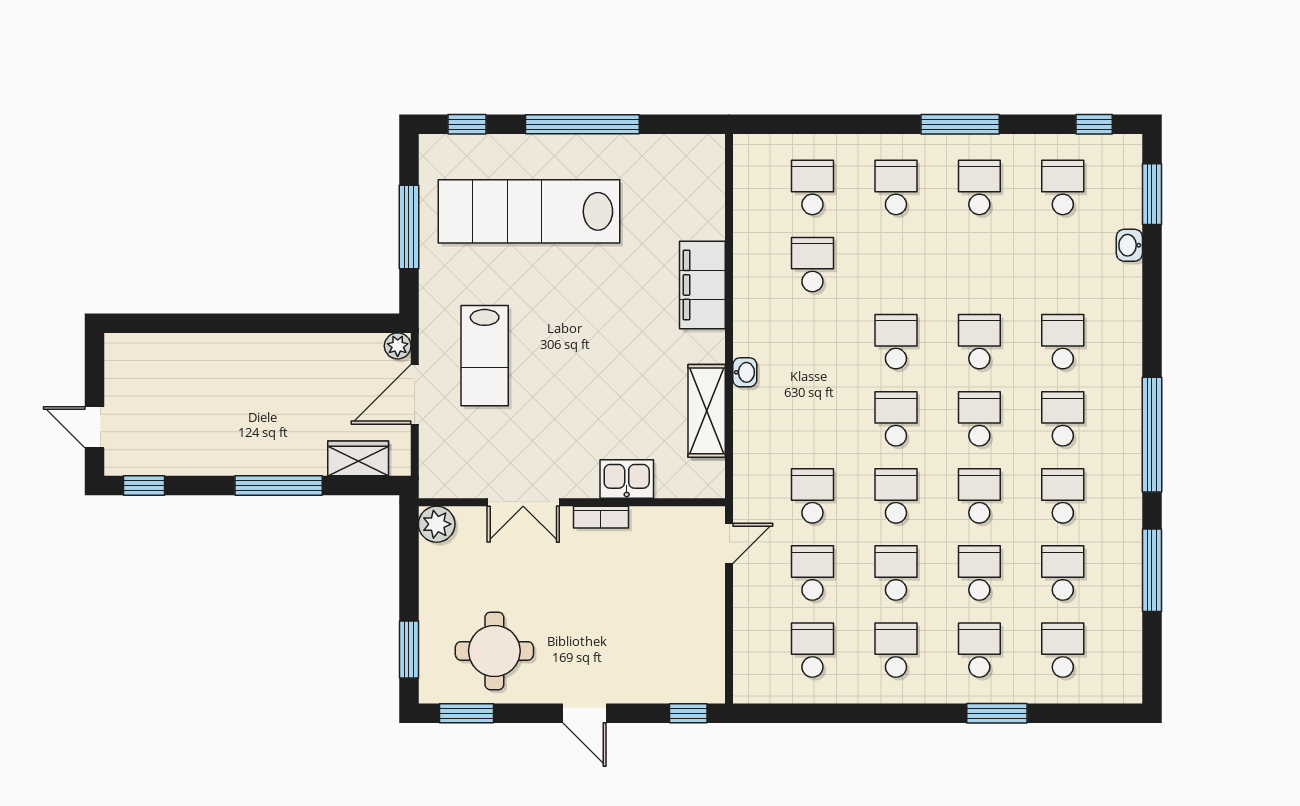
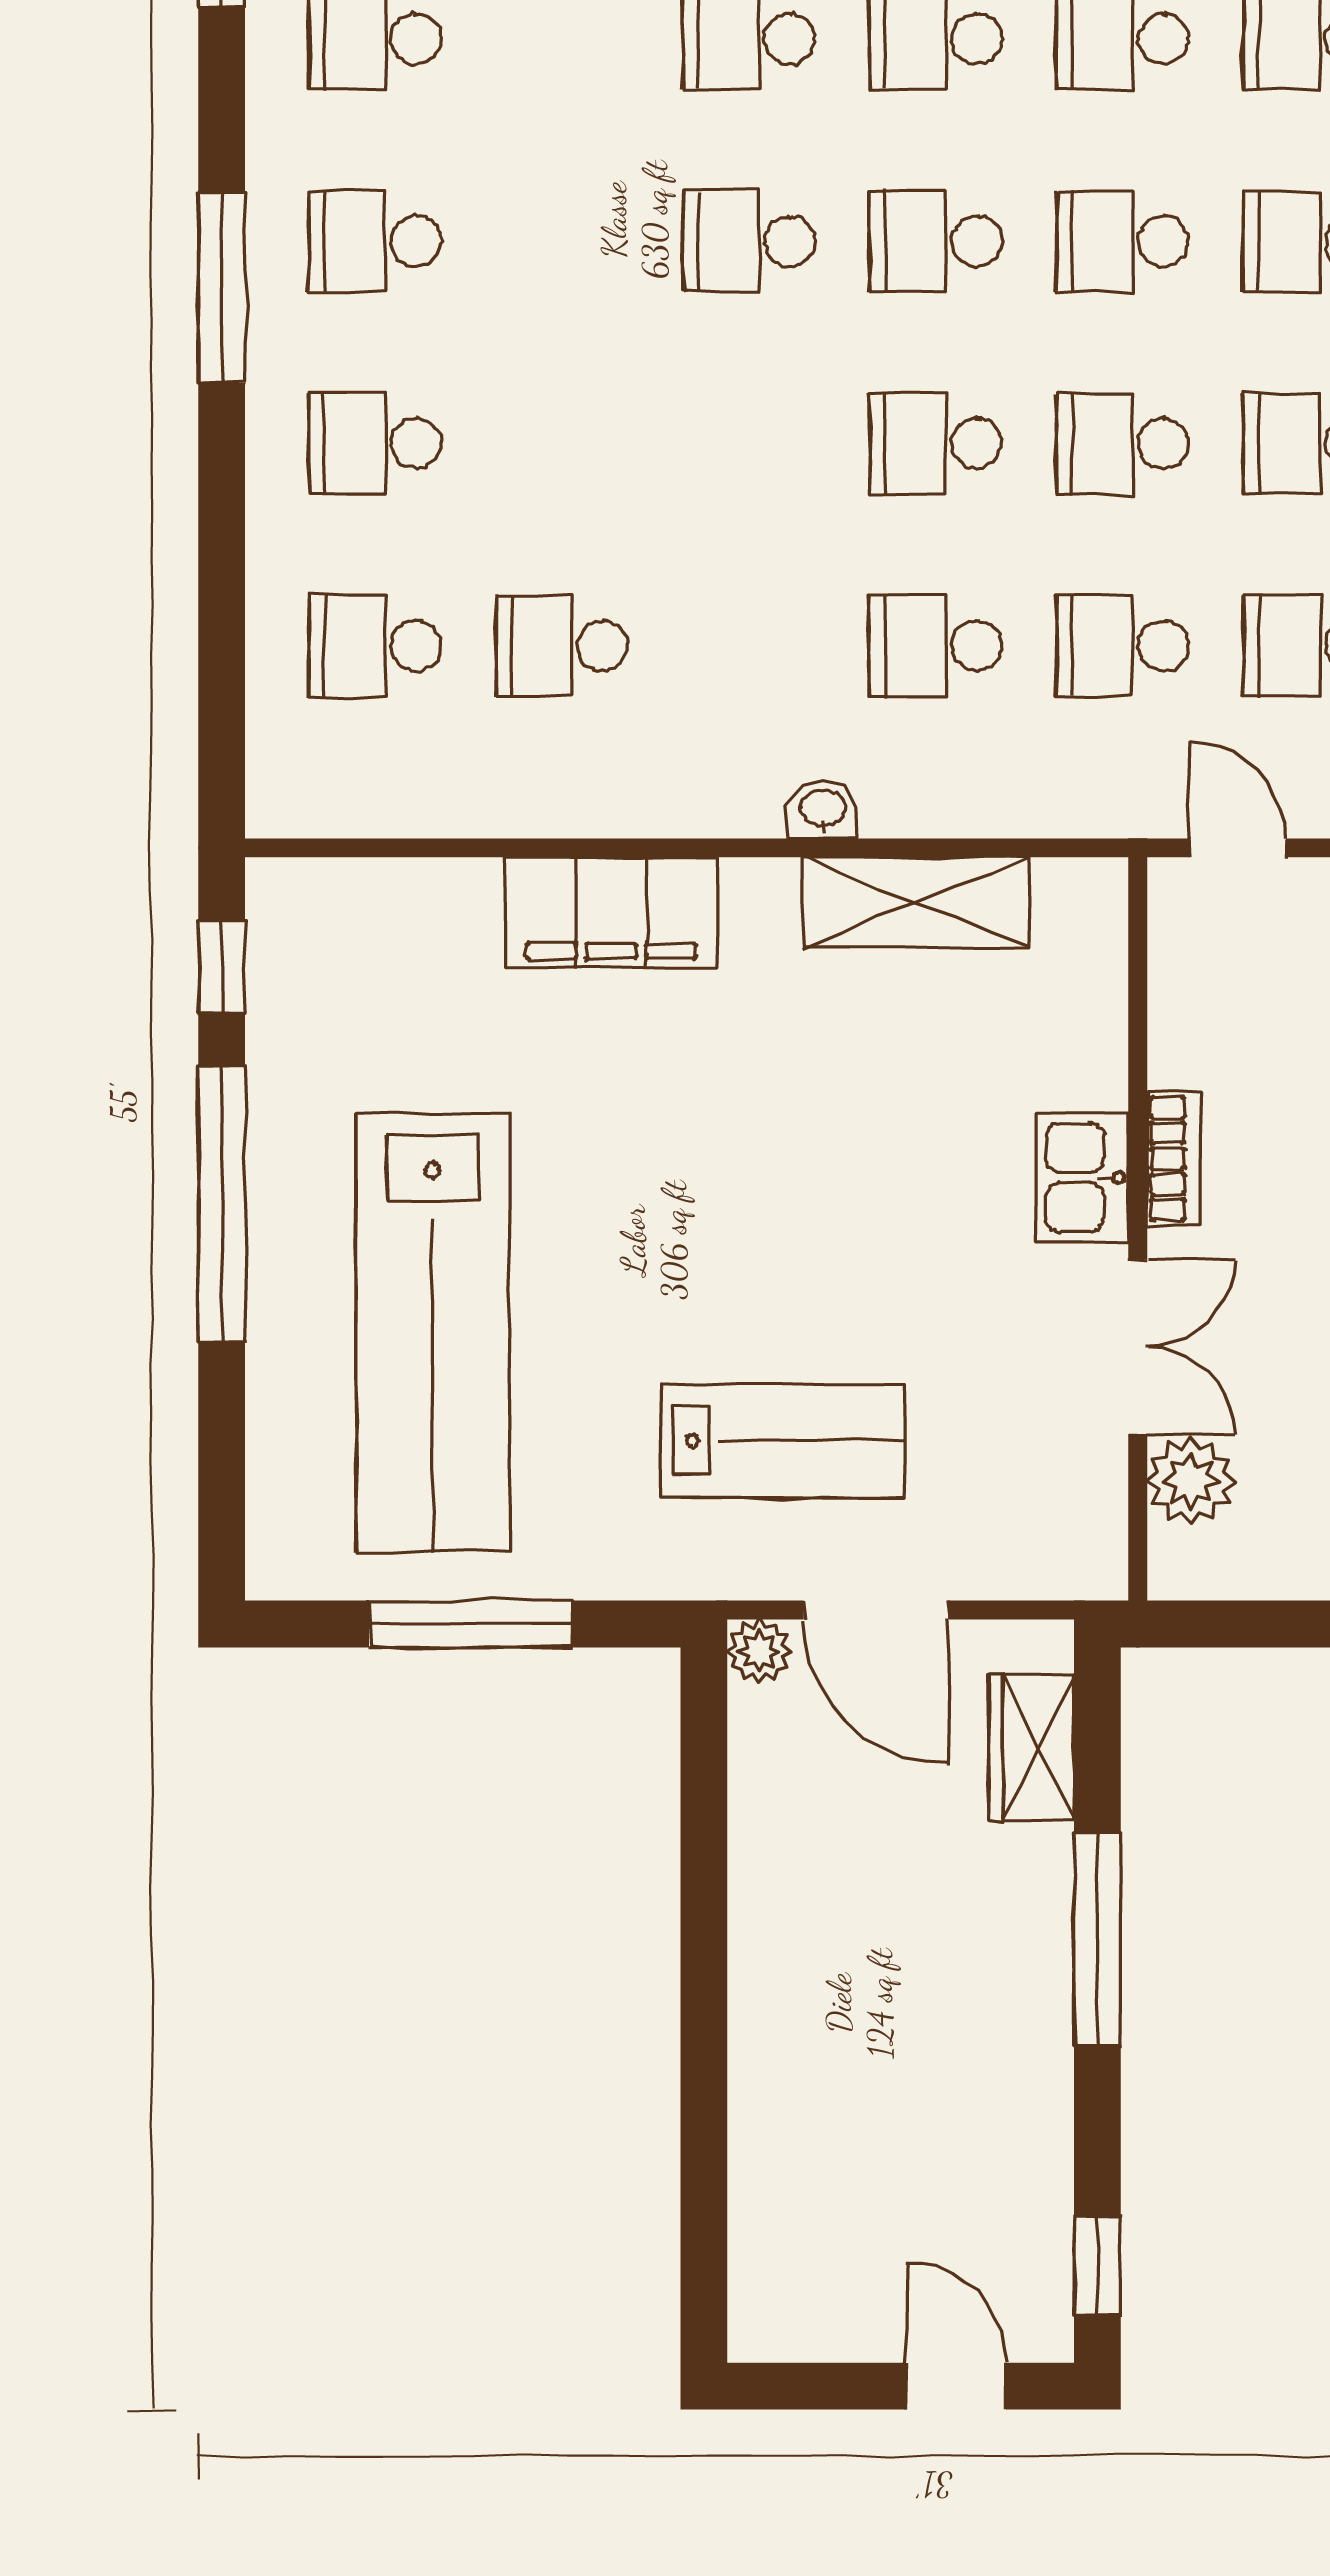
window: (467, 124) -> (222, 967), moved
school desk: (896, 342) -> (936, 646), moved
door: (94, 427) -> (956, 2386), swing flipped
kitchen sink: (627, 479) -> (1082, 1178), moved
plant: (437, 524) -> (1191, 1481), moved

